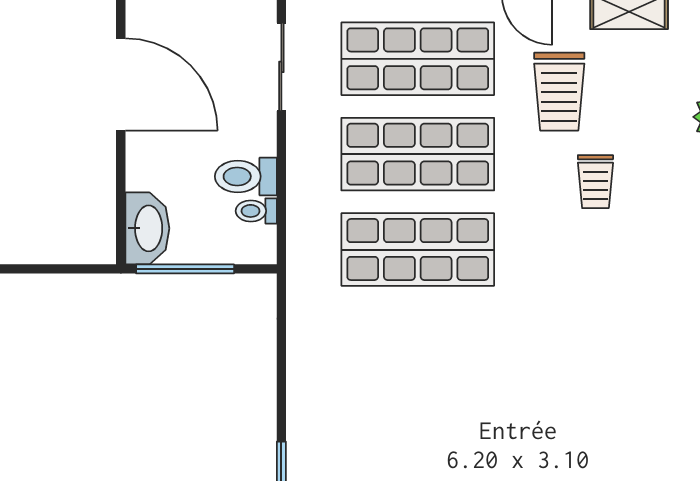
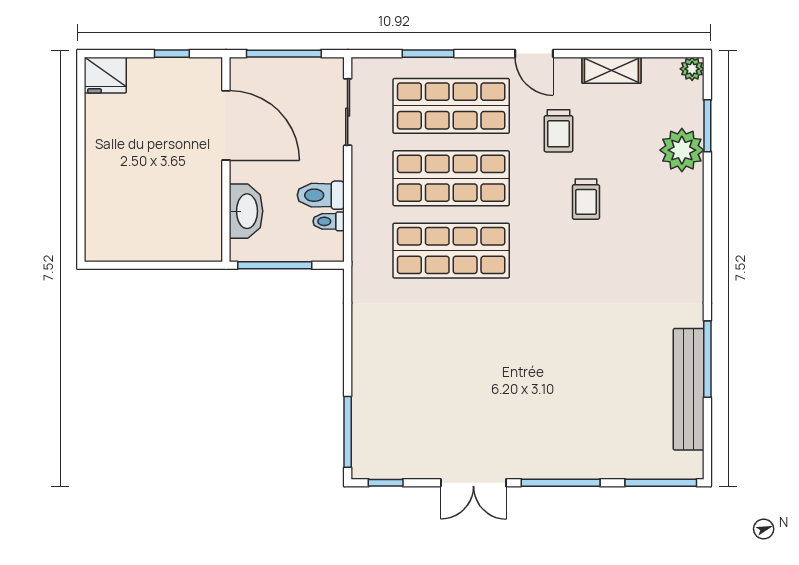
trolley: (559, 92) -> (558, 131), width x0.73, depth x0.72
washbasin: (147, 228) -> (246, 211), moved

